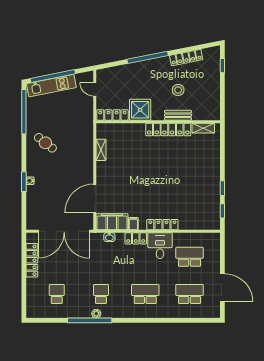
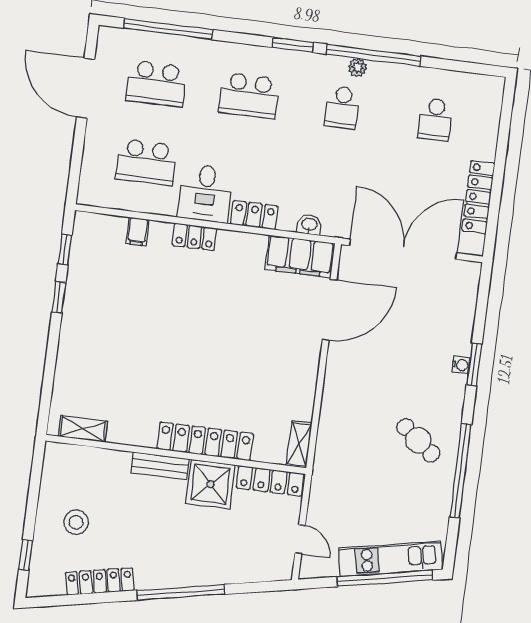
stool: (178, 90) -> (76, 522), moved
window: (24, 112) -> (461, 470), moved
bench: (178, 115) -> (160, 466), moved
locker: (168, 130) -> (205, 441), moved
shelving: (101, 150) -> (299, 444), moved
filing cabinet: (133, 224) -> (138, 232), moved
locker: (162, 225) -> (195, 237), width x0.66
window: (128, 320) -> (293, 45), added
window: (187, 320) -> (168, 29), added

